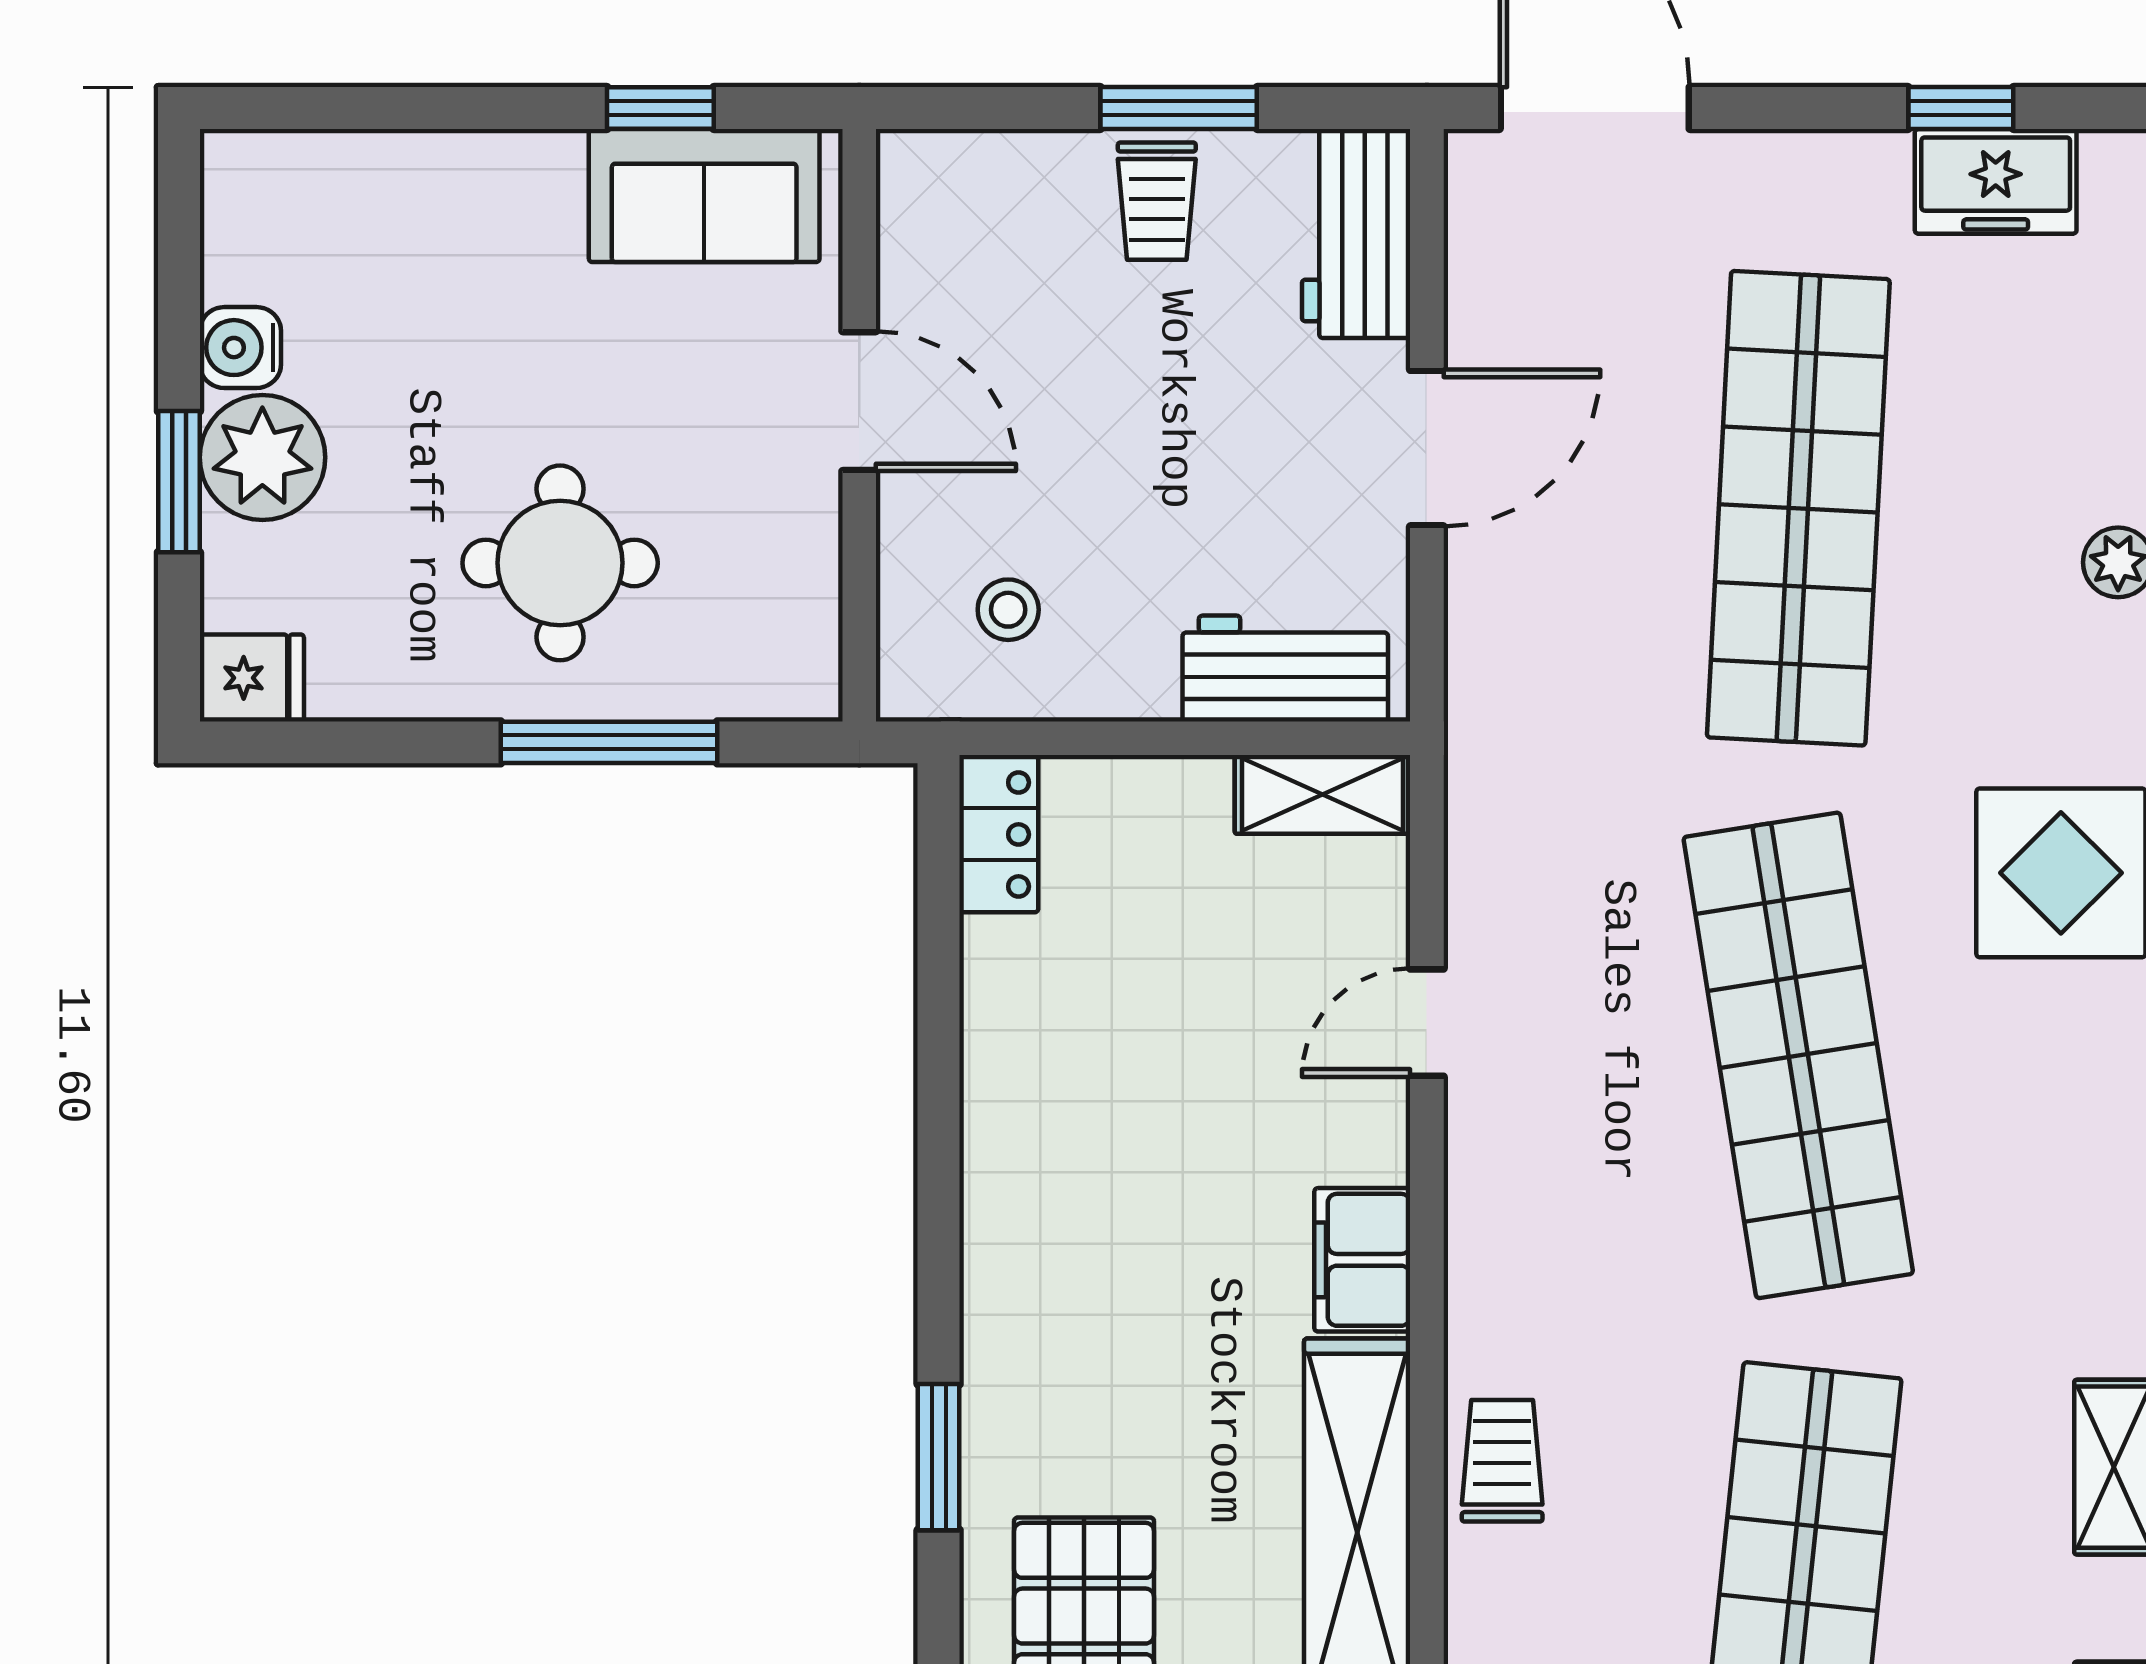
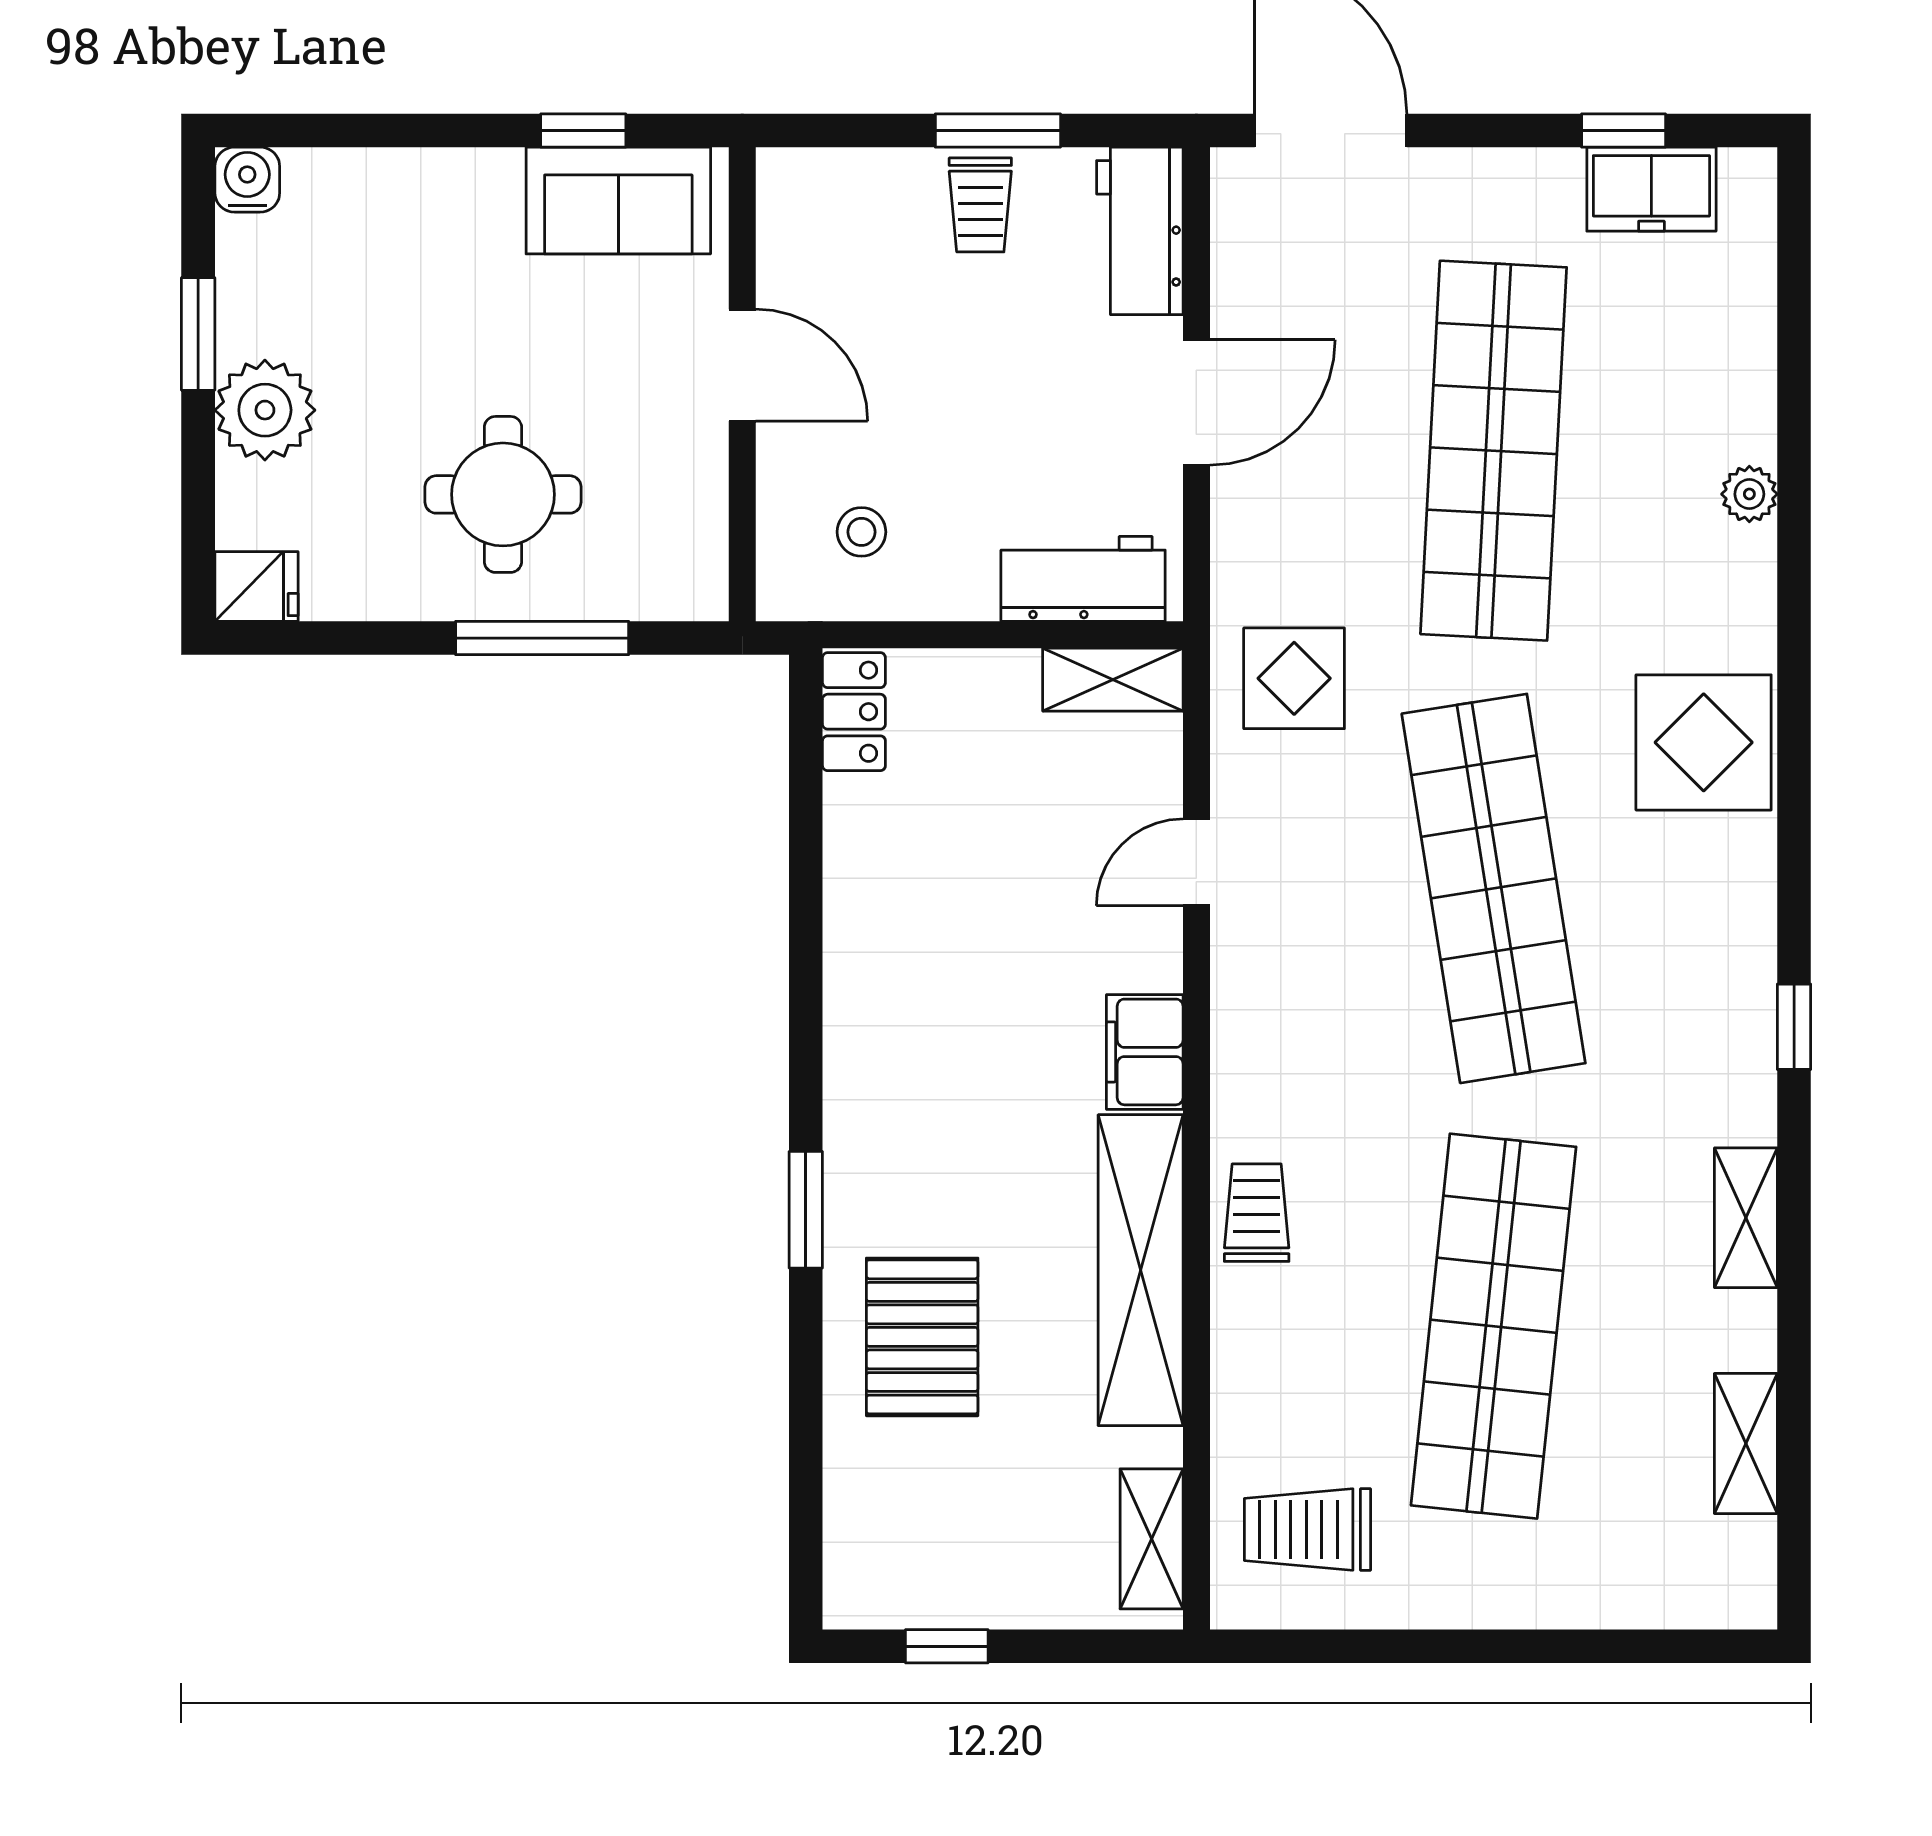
water cooler: (240, 348) -> (247, 180), moved, turned 90
window: (179, 482) -> (198, 334), moved
display table: (1549, 793) -> (1294, 678), added

